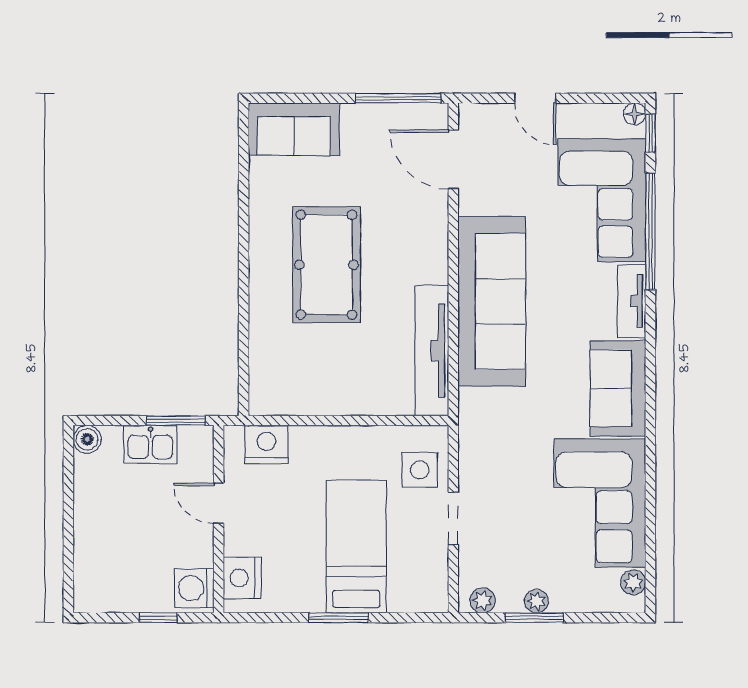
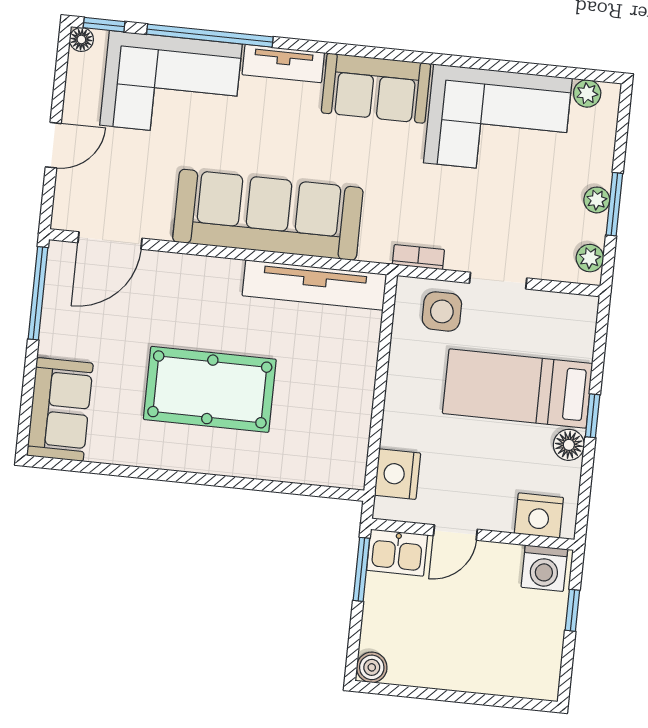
bookcase: (467, 443) -> (418, 257), added
kitchen sink: (150, 444) -> (397, 553), moved, turned 90
floor lamp: (310, 599) -> (569, 445), added
window: (338, 618) -> (593, 416), width x0.67

